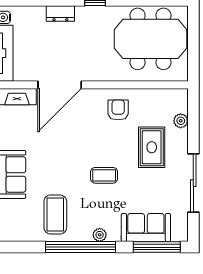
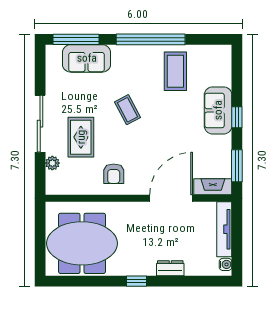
coffee table: (104, 175) -> (127, 110), turned 62
sliding door: (193, 183) -> (40, 124), moved
plant: (100, 235) -> (132, 51), removed

